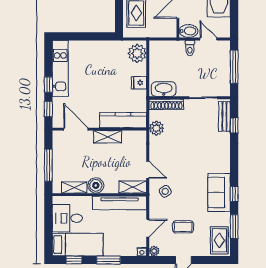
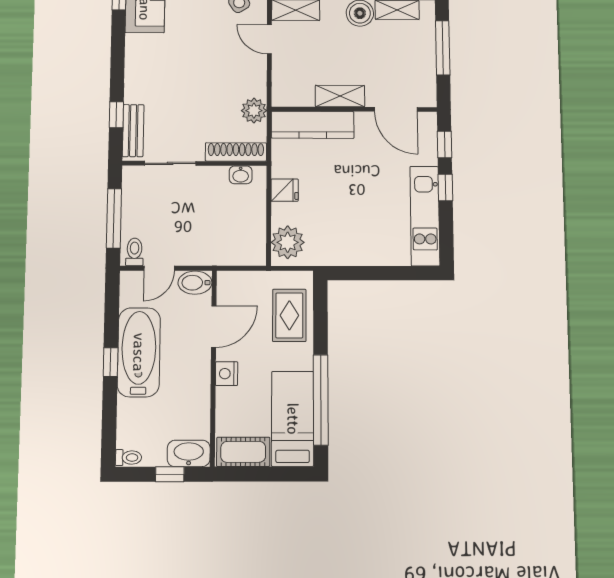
door: (208, 39) -> (159, 268), hinge flipped
toilet: (190, 48) -> (134, 252), moved
washbasin: (164, 89) -> (241, 175), width x0.52, depth x0.69

